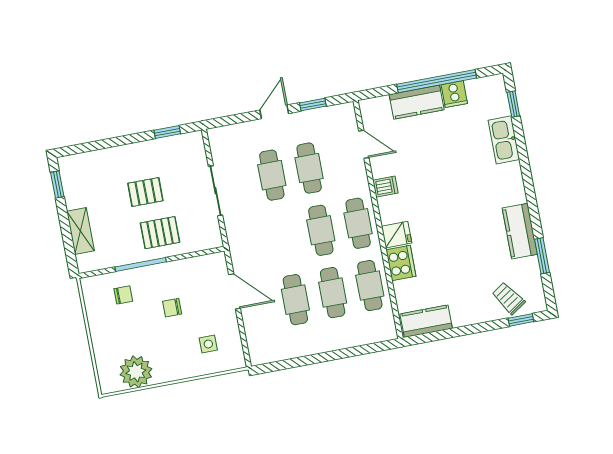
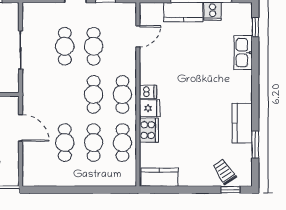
door: (364, 144) -> (138, 36), hinge flipped
dishwasher: (385, 187) -> (148, 92), moved

